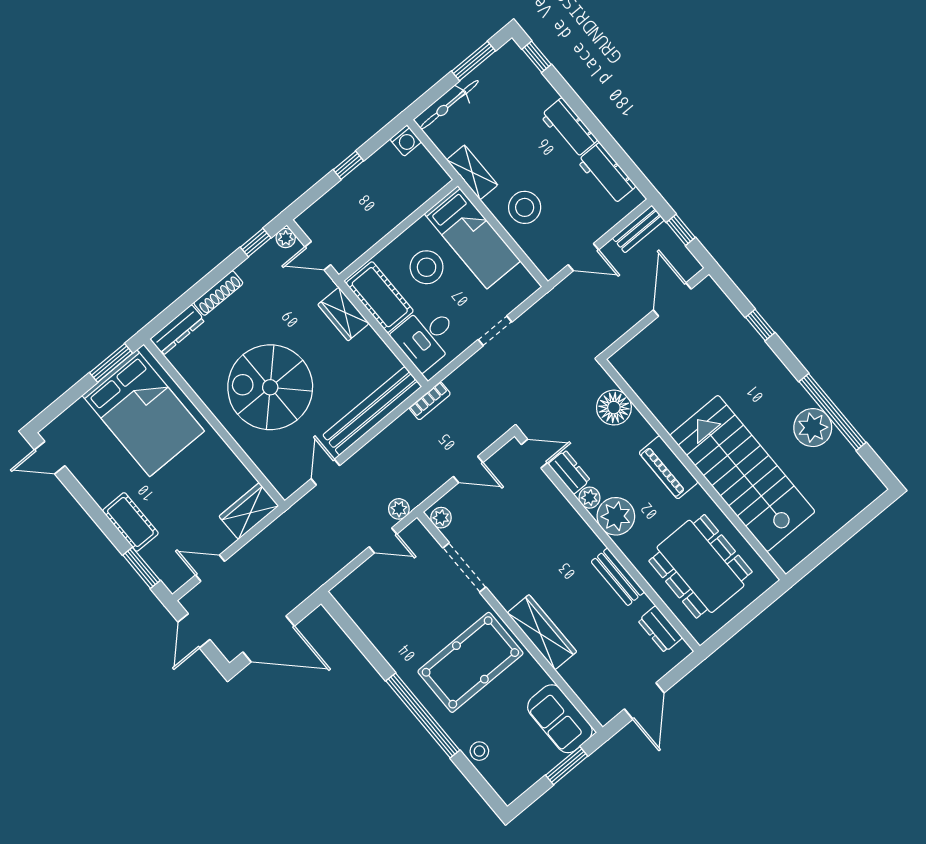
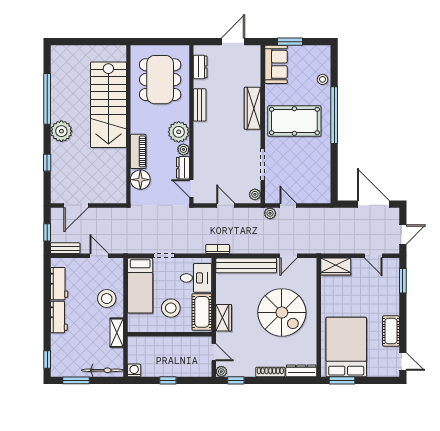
bed: (472, 237) -> (140, 286), moved, turned 180
plant: (813, 428) -> (61, 131), moved
piano: (669, 467) -> (138, 151), moved
cot: (130, 522) -> (391, 331), moved

